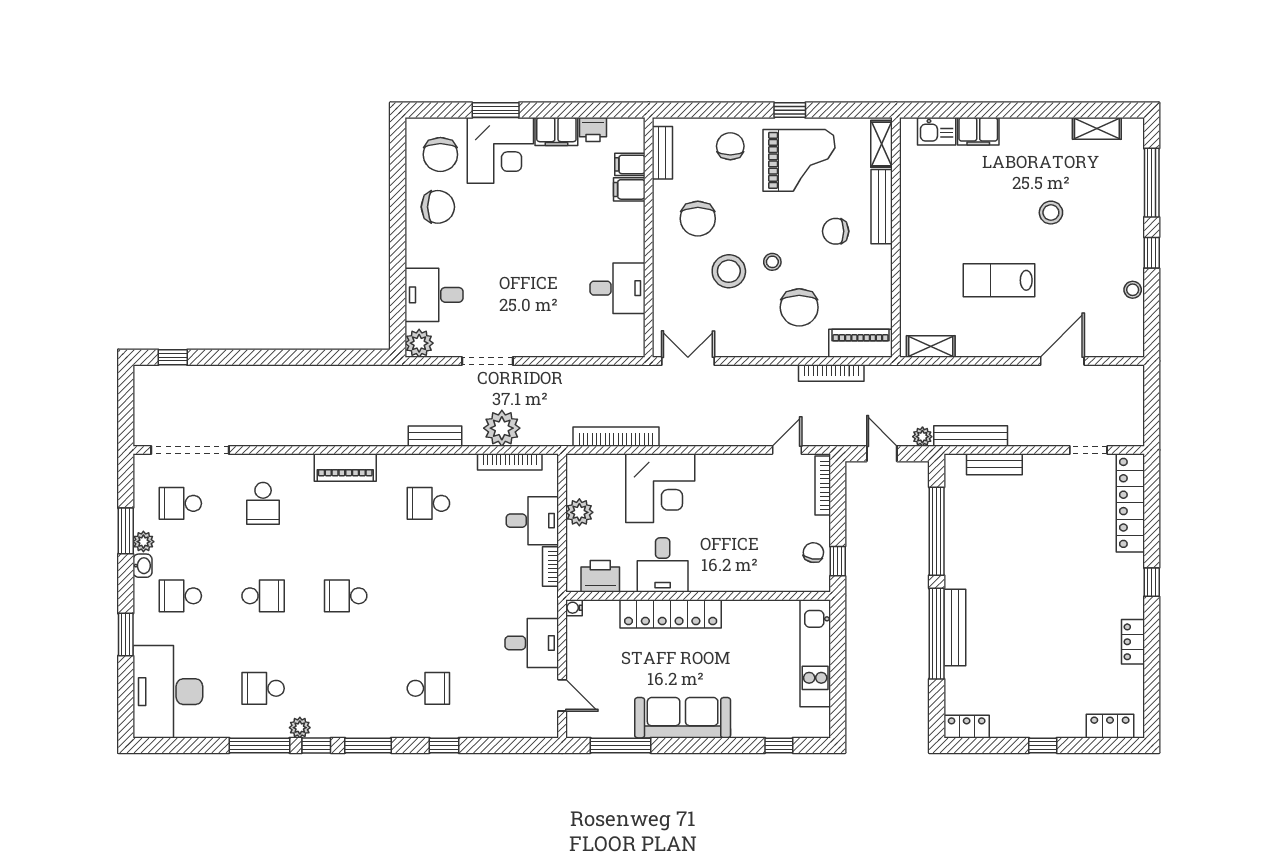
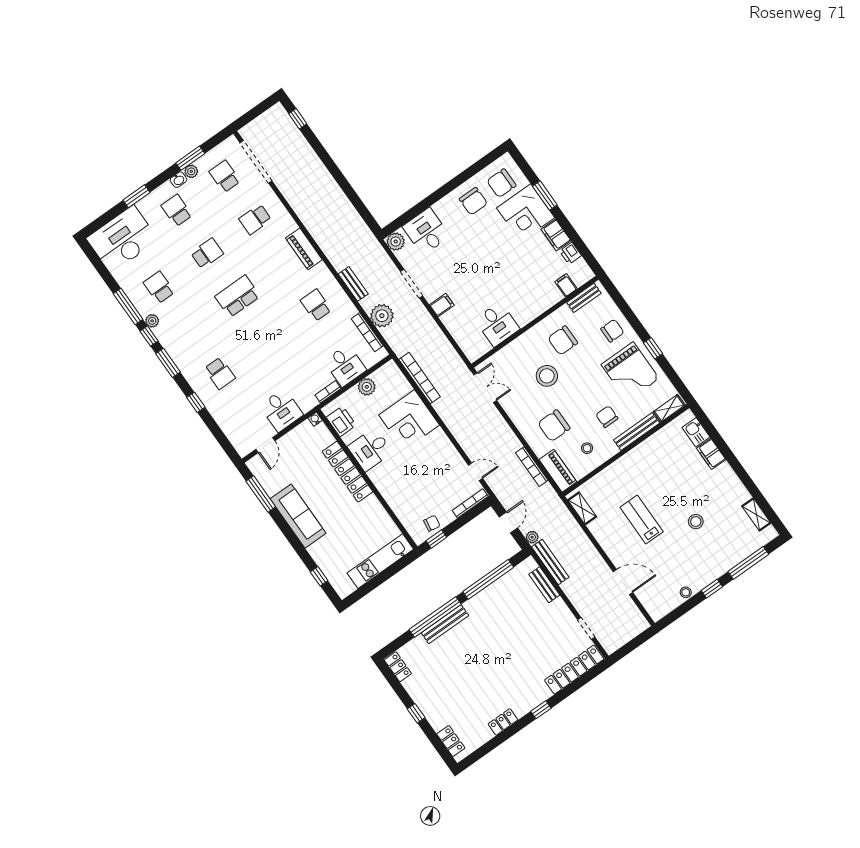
filing cabinet: (629, 189) -> (442, 305), moved, turned 90
stool: (772, 262) -> (587, 448), moved
school desk: (263, 596) -> (207, 253), turned -90
school desk: (346, 596) -> (237, 296), width x1.85

